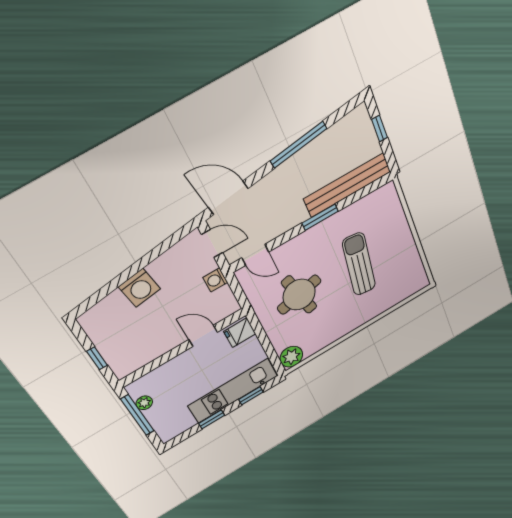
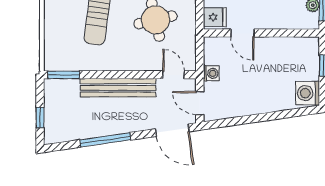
bench: (347, 185) -> (118, 88), moved
window: (320, 217) -> (64, 75), moved
washing machine: (139, 288) -> (308, 93), moved, turned -82

